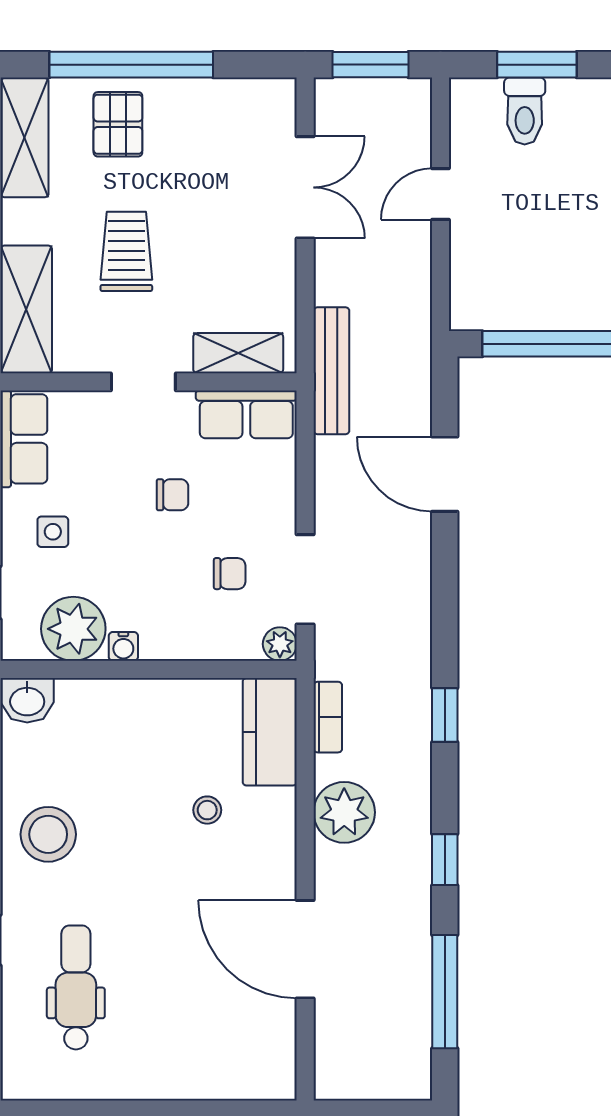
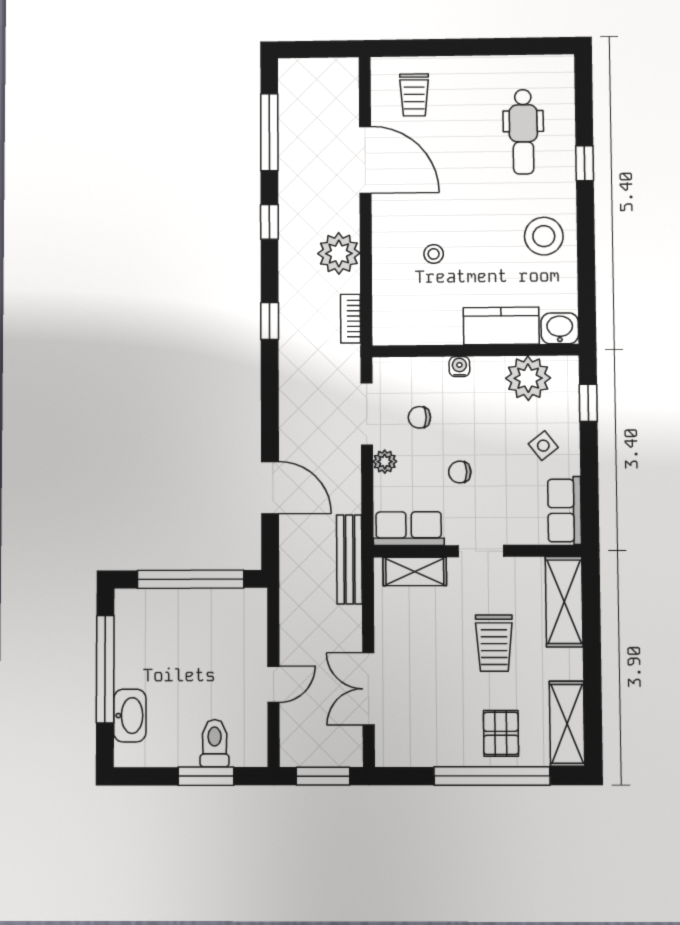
side table: (53, 532) -> (543, 446), turned -38
plant: (280, 644) -> (385, 462), moved
water cooler: (123, 646) -> (459, 367), moved
kitchen counter: (270, 732) -> (501, 326), moved, turned -90
trolley: (233, 1044) -> (414, 95), added

